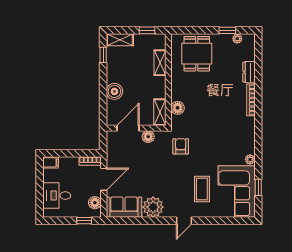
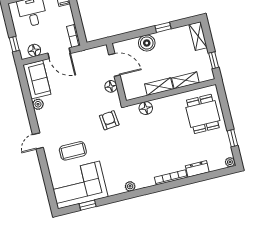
plant: (237, 39) -> (230, 162), moved
dining table: (197, 54) -> (203, 114), turned 90
window: (103, 55) -> (163, 27), moved
shelving: (160, 112) -> (159, 87), moved
armchair: (181, 146) -> (109, 120), turned -96
plant: (250, 159) -> (130, 186), moved
plant: (153, 207) -> (38, 104), width x0.53, depth x0.53
door: (184, 221) -> (38, 141), hinge flipped

